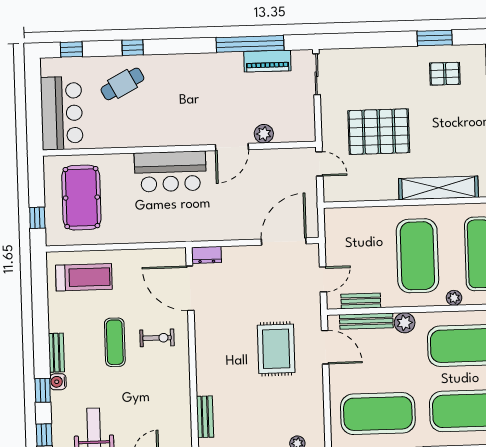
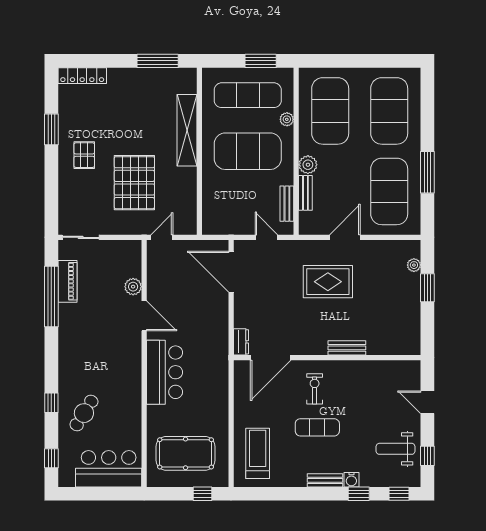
pallet: (445, 74) -> (84, 155), moved
cafe table: (122, 84) -> (84, 413), turned 60
bench: (366, 321) -> (305, 193), width x0.73
door: (325, 347) -> (345, 237), moved
bench: (205, 417) -> (347, 348), moved

